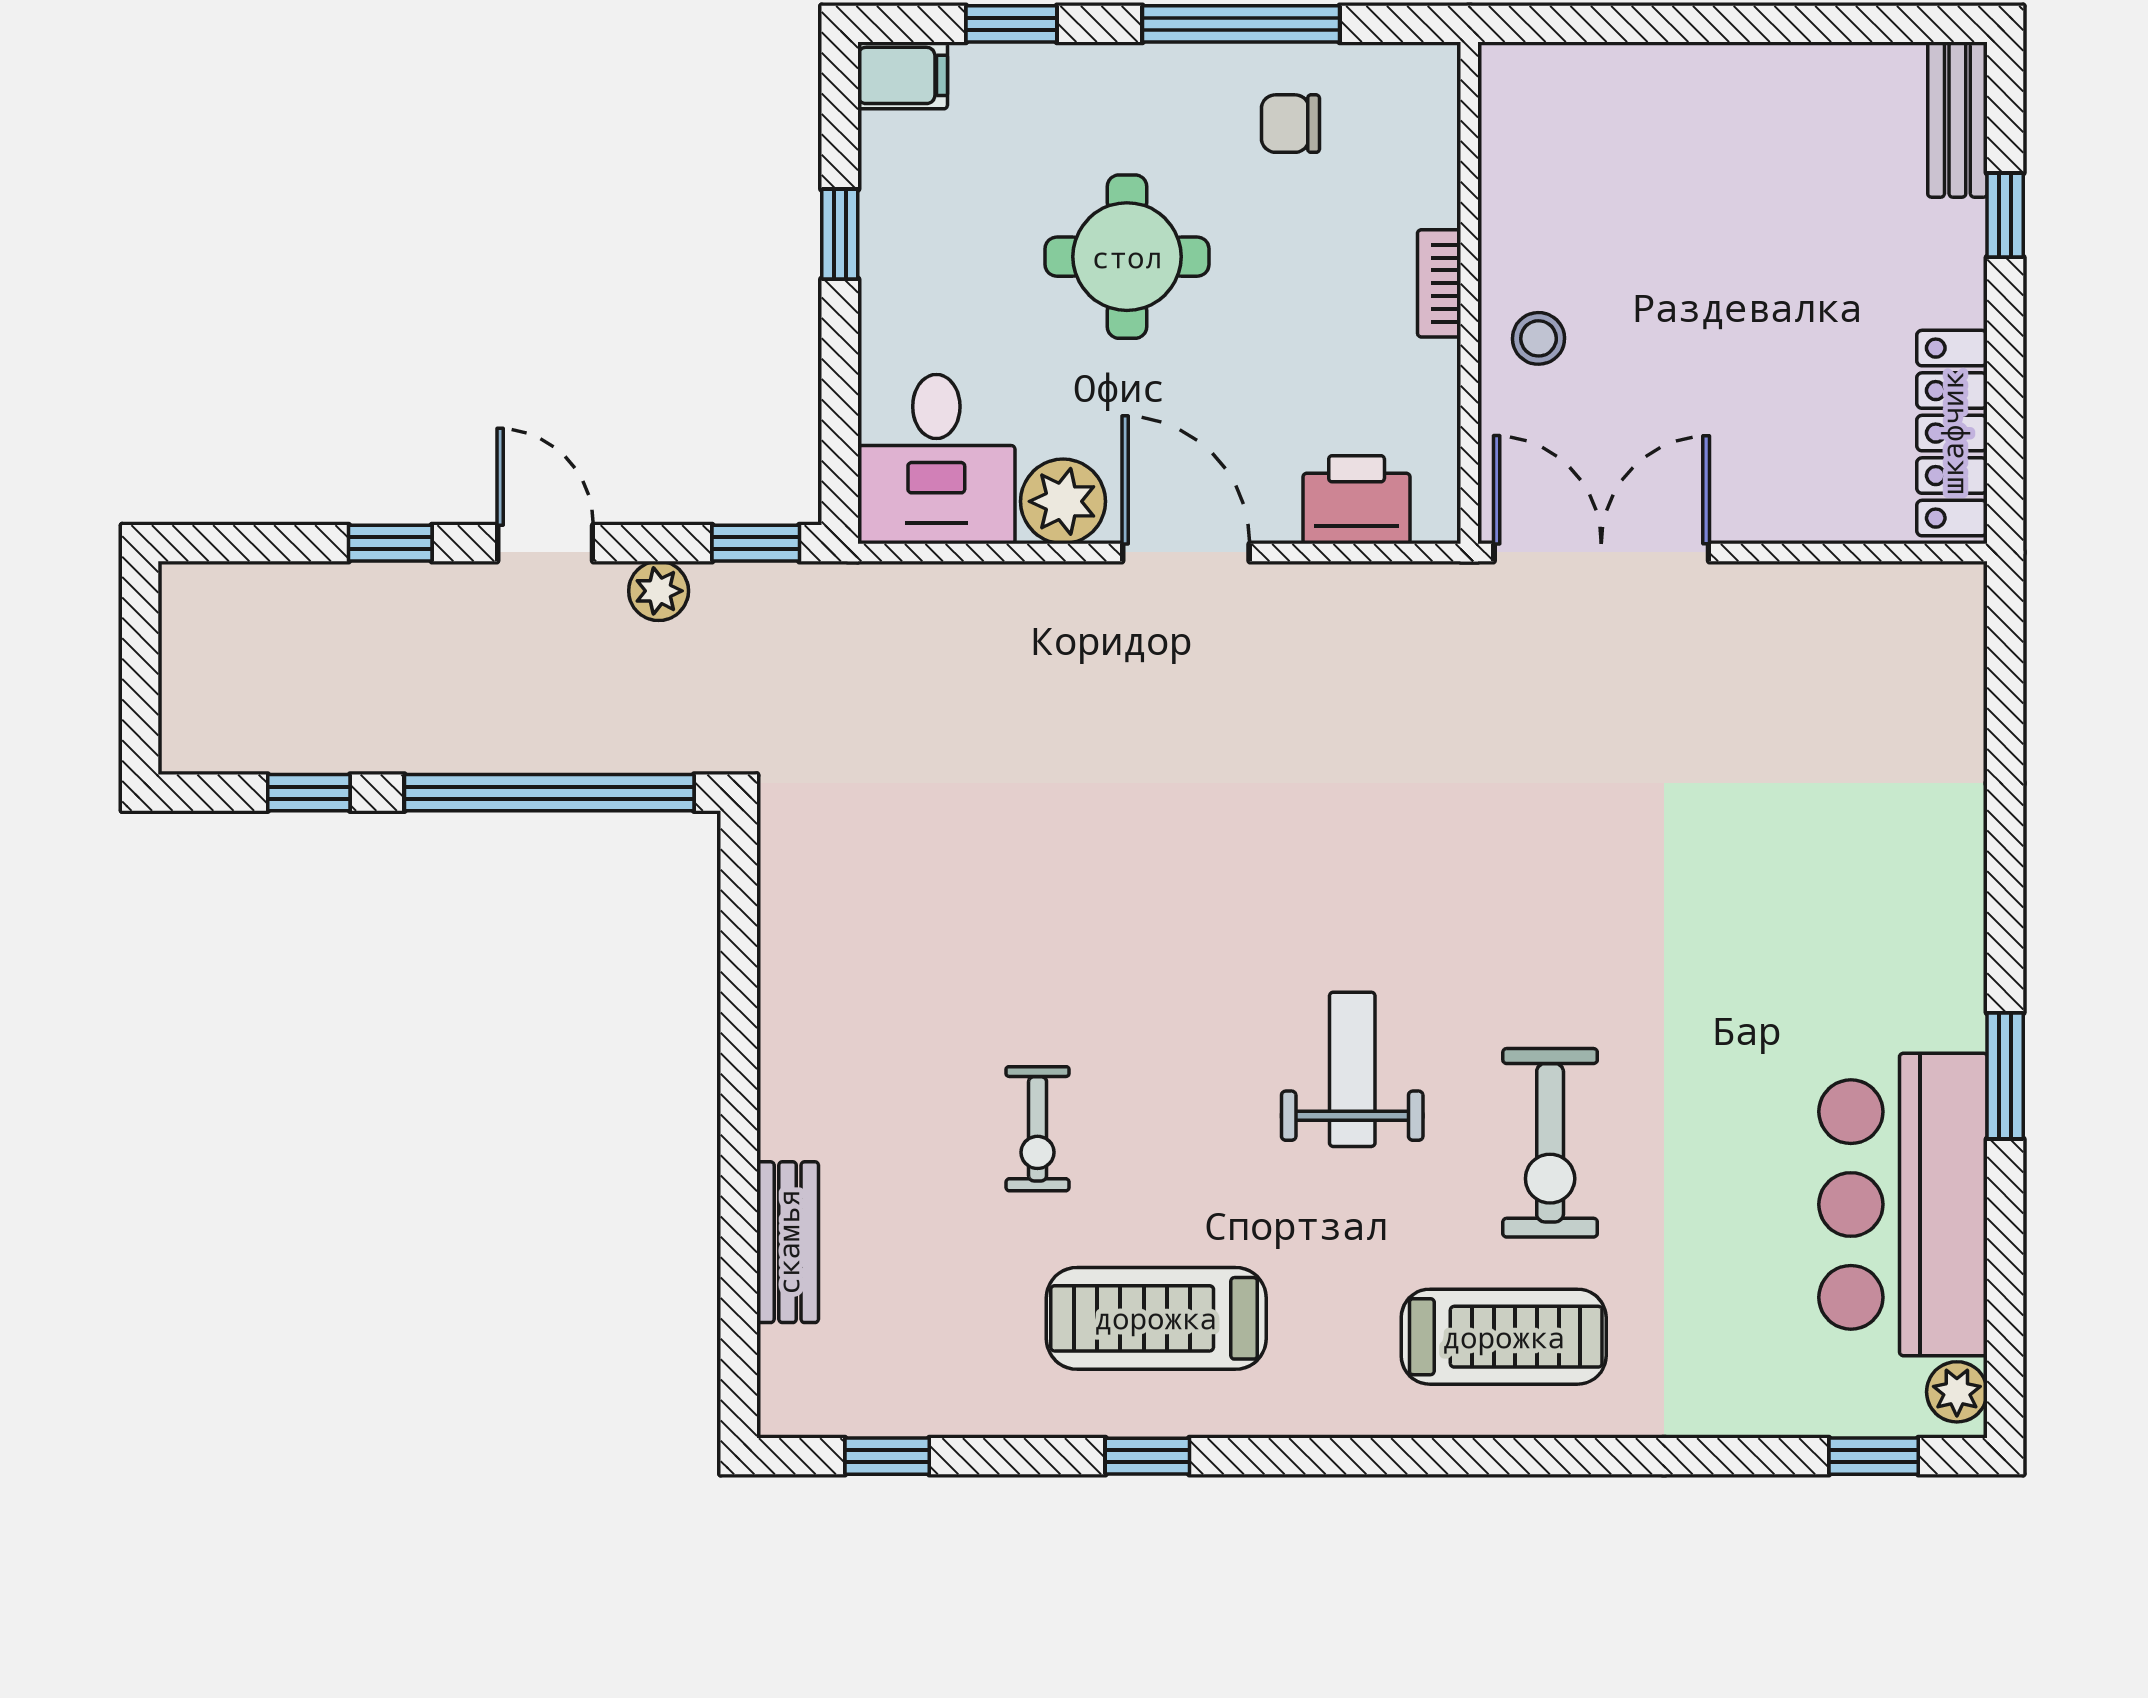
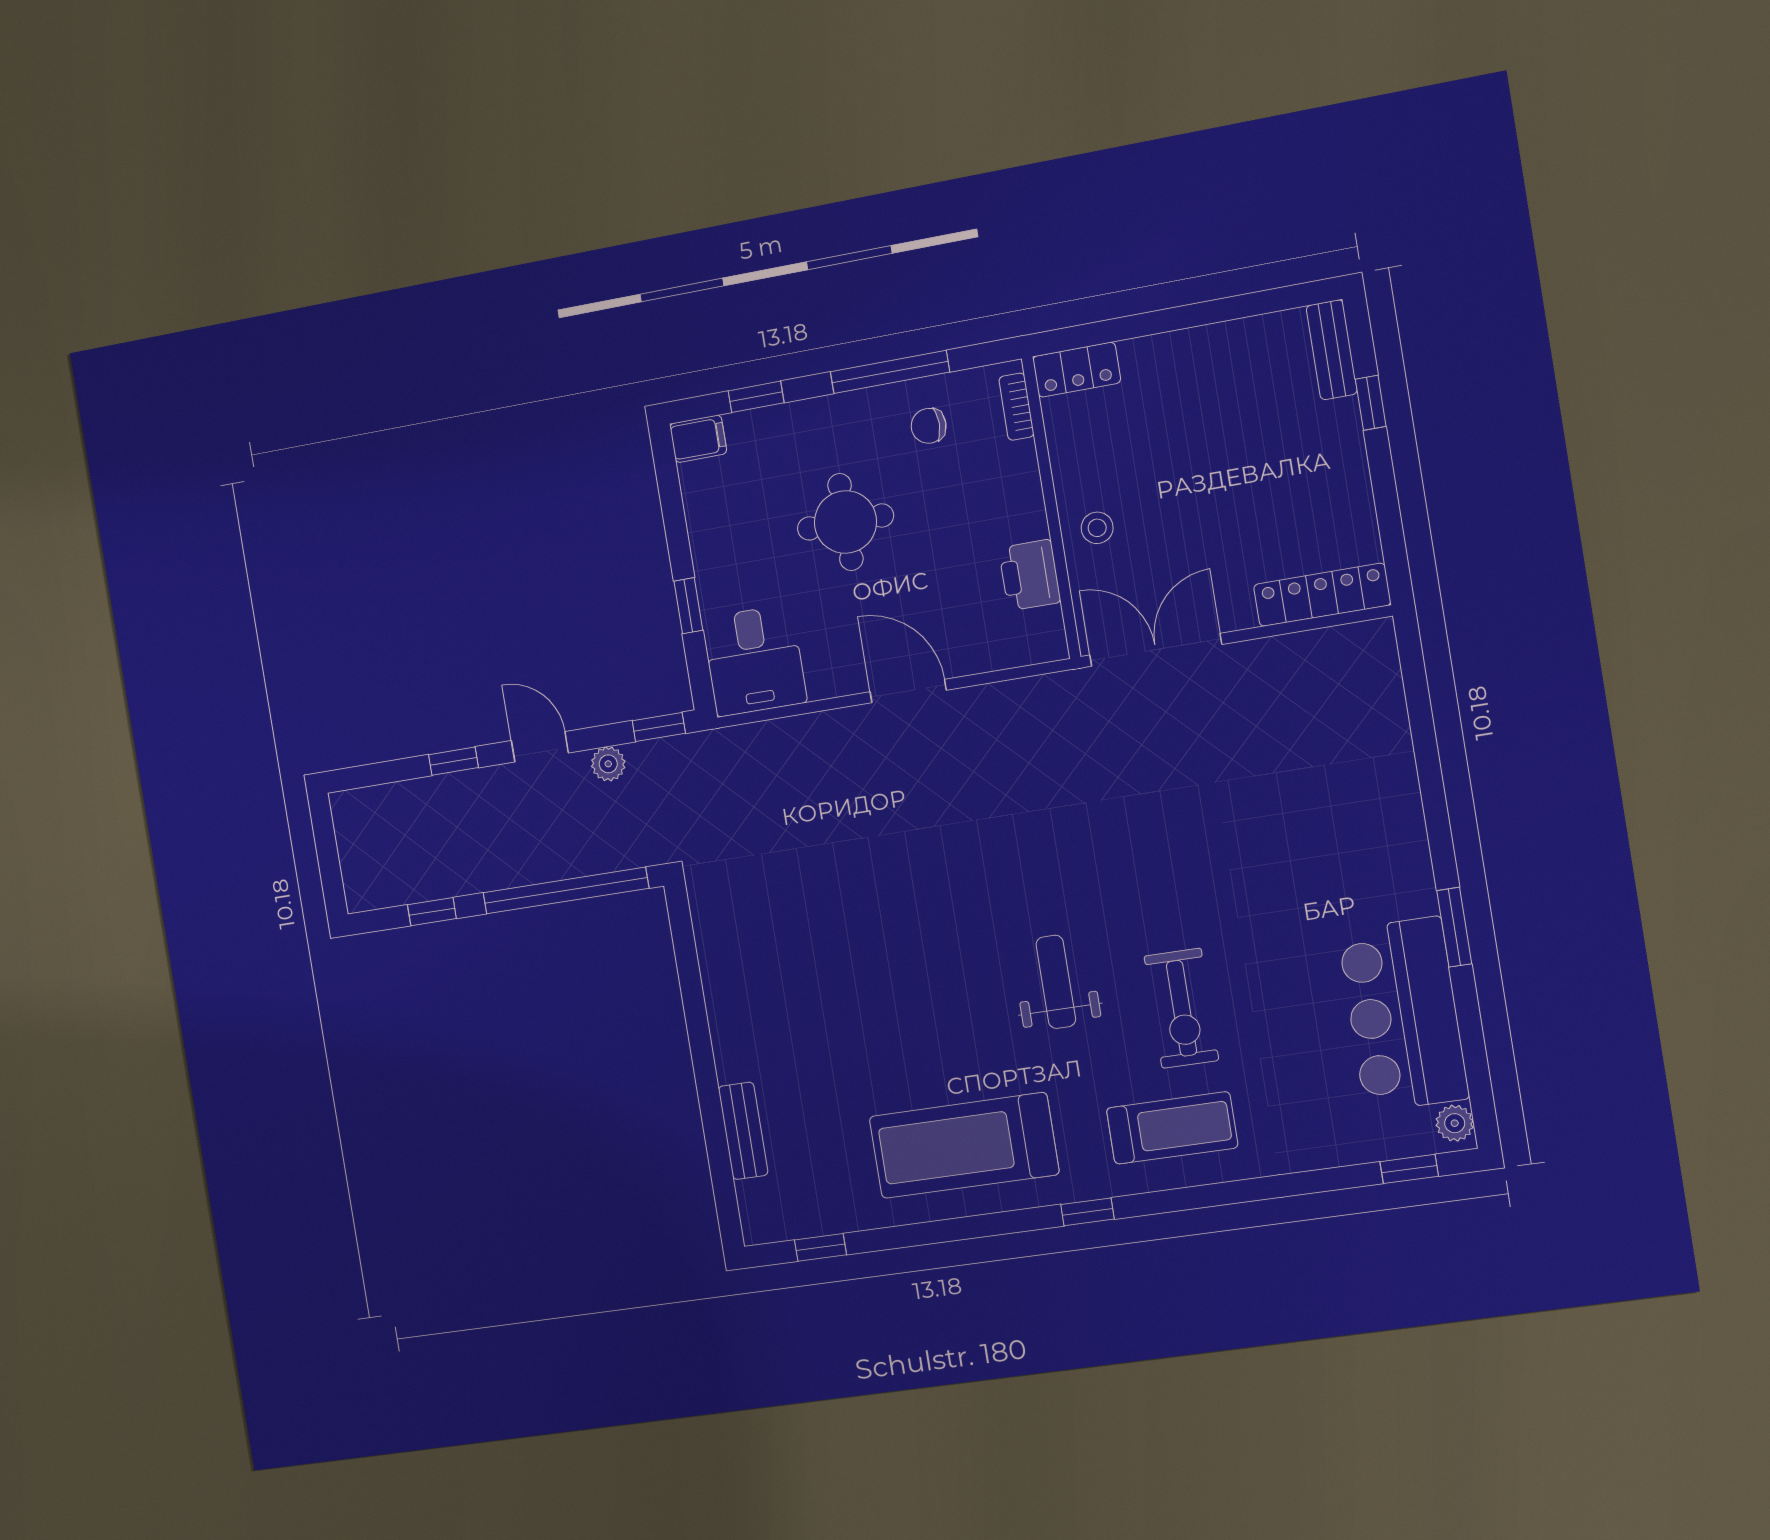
locker: (1546, 76) -> (1077, 370), added
window: (840, 234) -> (688, 606), moved
bookcase: (1439, 283) -> (1016, 407), moved
locker: (1952, 433) -> (1322, 595), moved, turned 90
printer: (1357, 500) -> (1030, 575), moved, turned -90
plant: (1063, 501) -> (832, 673), removed
exercise bike: (1038, 1129) -> (876, 1044), removed
treadmill: (1156, 1318) -> (964, 1145), width x1.37, depth x1.38
window: (1147, 1456) -> (1087, 1212), moved

